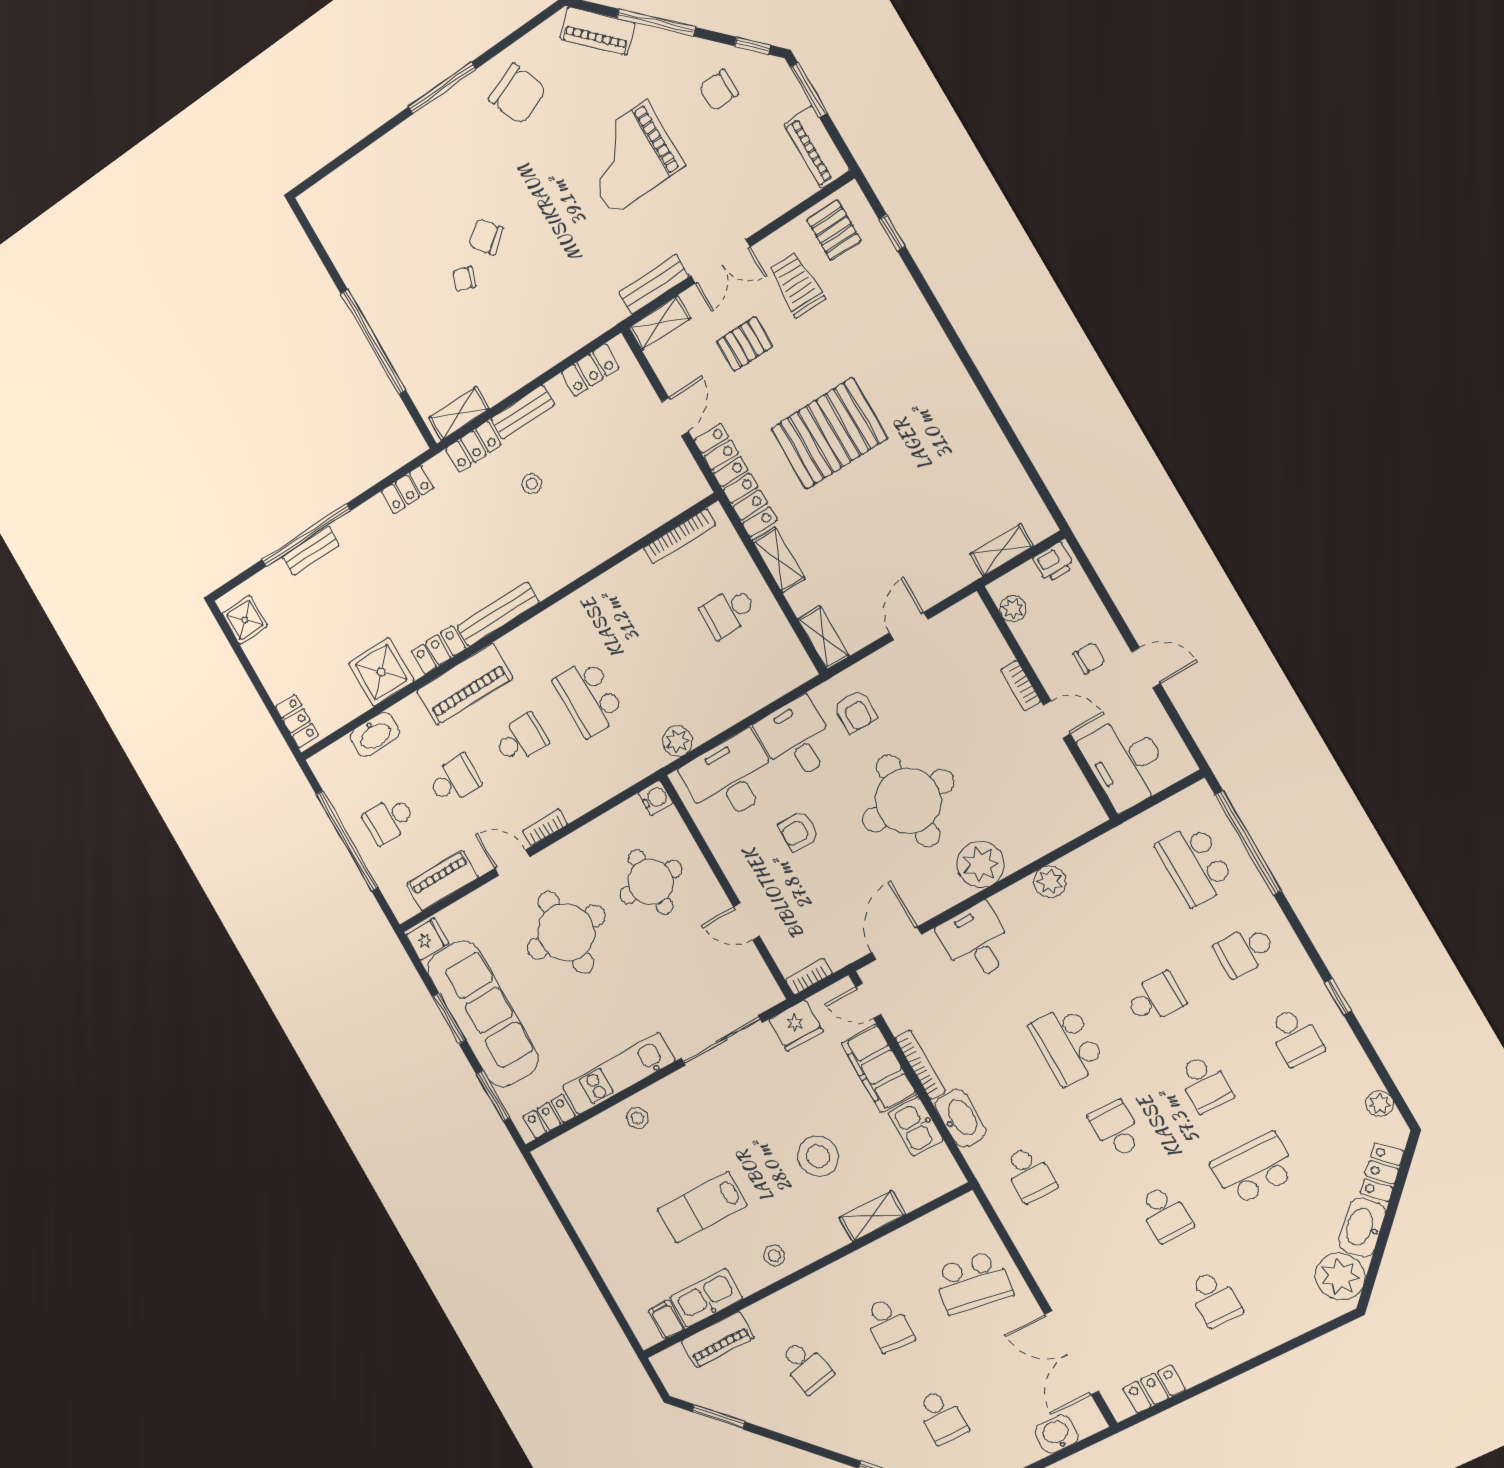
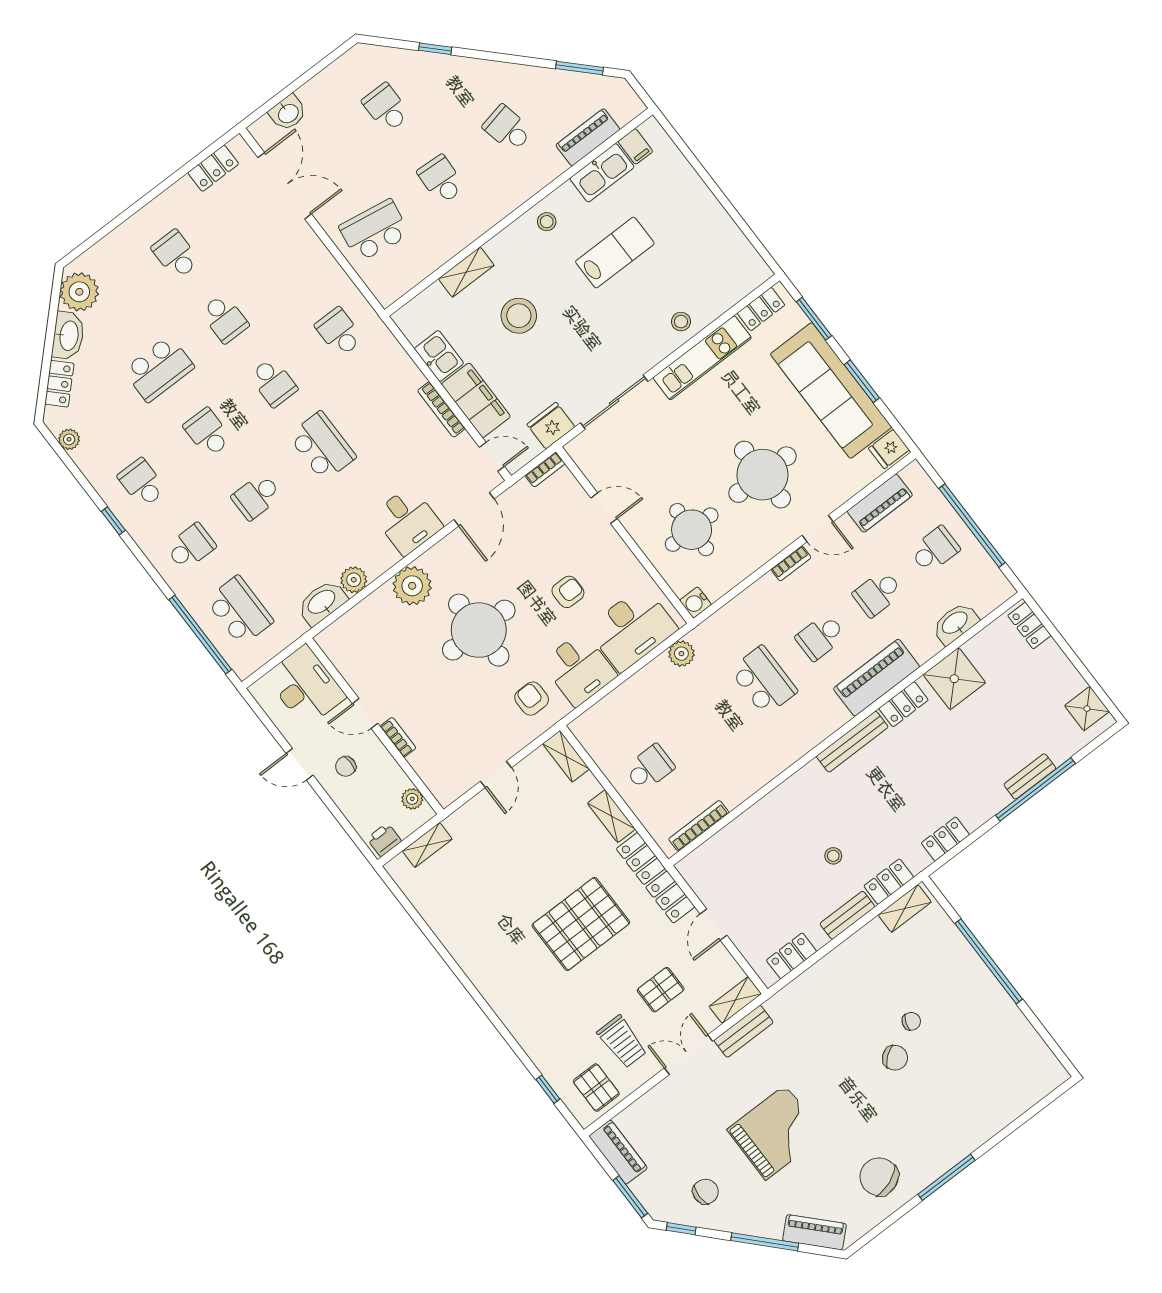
washbasin: (960, 1118) -> (322, 602), moved, turned 90
school desk: (1165, 1214) -> (224, 318), turned 180

